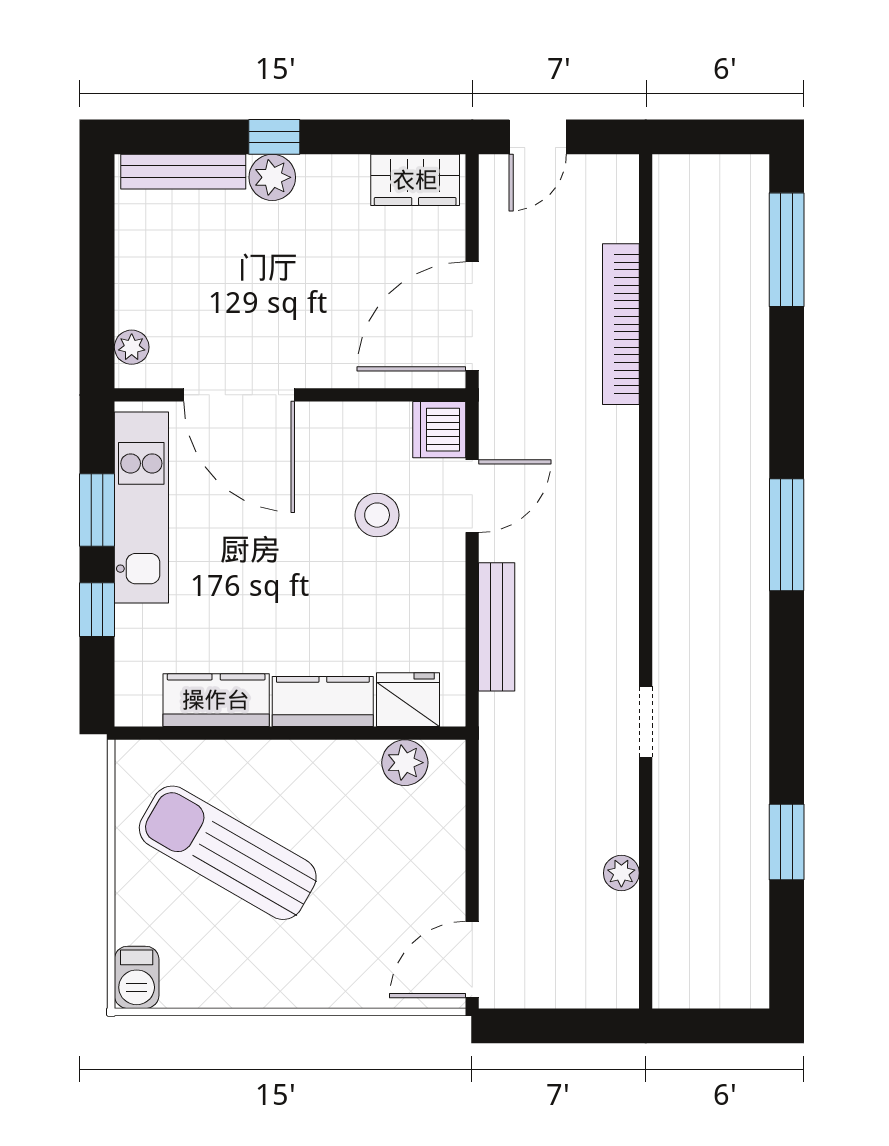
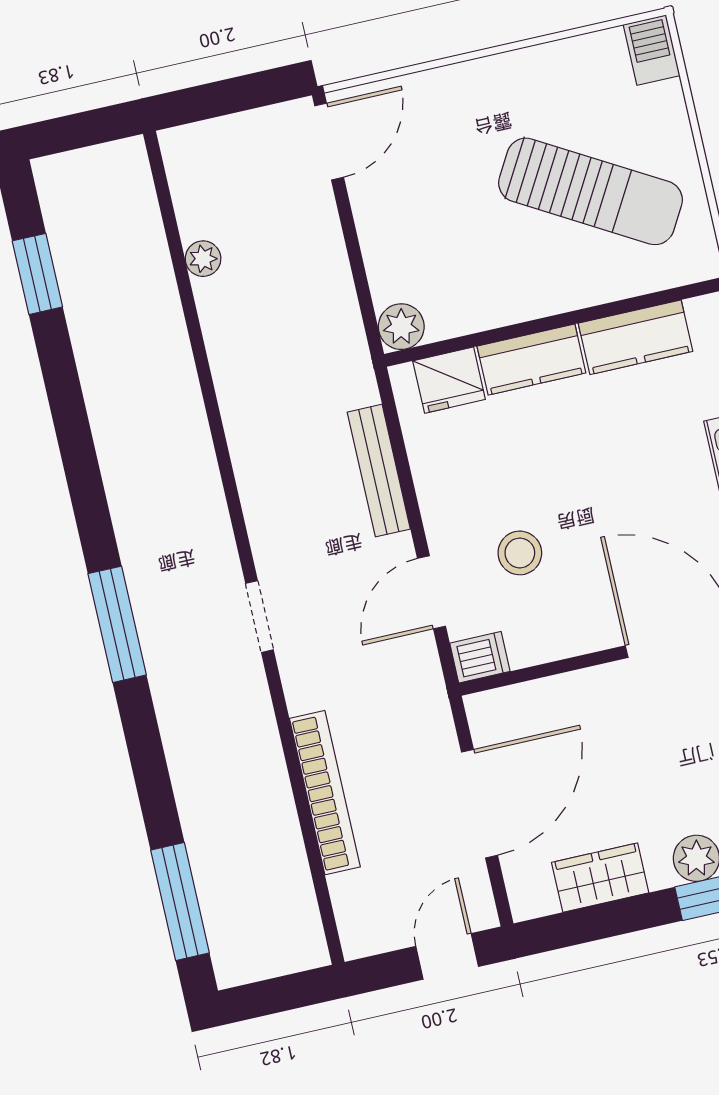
wardrobe: (415, 180) -> (600, 878), moved
door: (472, 316) -> (479, 804), moved
dishwasher: (439, 430) -> (480, 657), width x0.73
doorway: (646, 722) -> (259, 617), moved
plant: (405, 763) -> (401, 327), moved
window: (787, 842) -> (37, 274), moved

